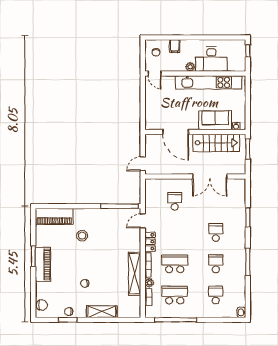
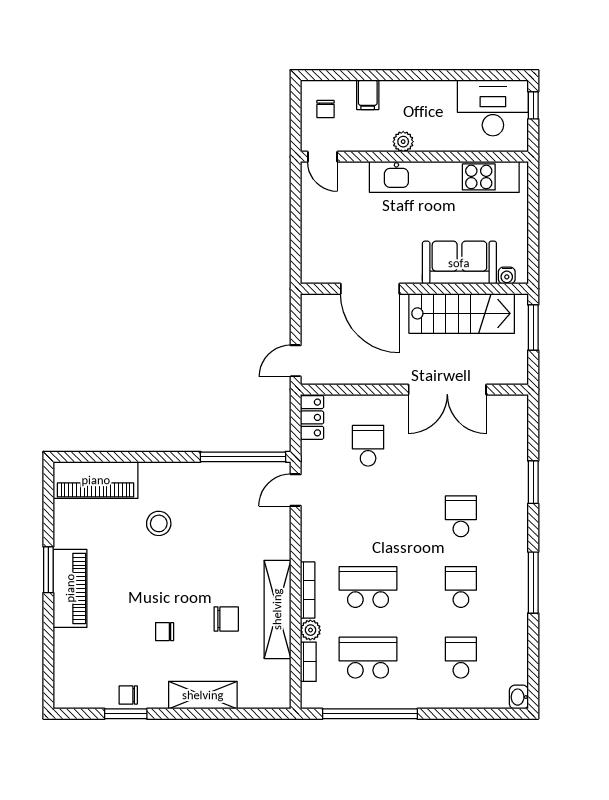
desk: (211, 59) -> (493, 108), moved, turned 180
locker: (150, 242) -> (312, 417), moved
chair: (42, 305) -> (226, 619), moved

